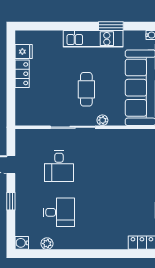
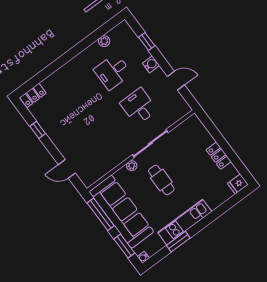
fridge: (24, 52) -> (238, 184), moved
window: (11, 201) -> (147, 42), moved
water cooler: (22, 243) -> (151, 64), moved

